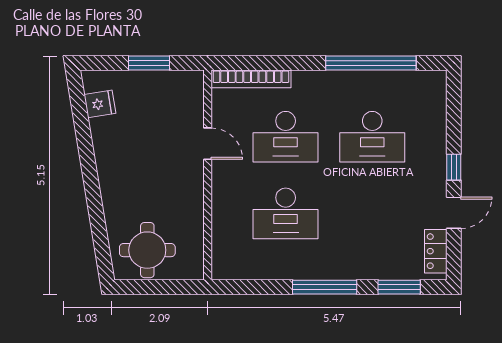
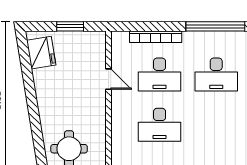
bookcase: (251, 79) -> (156, 37), moved
fridge: (100, 104) -> (41, 53), width x1.88, depth x1.34

